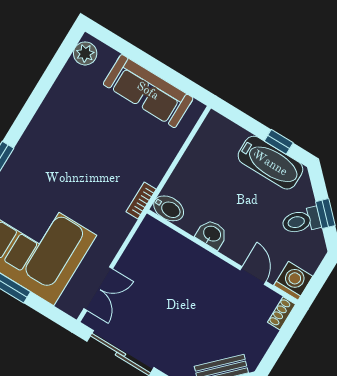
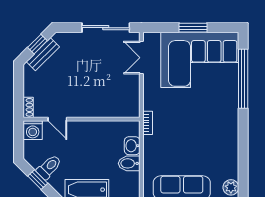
bidet: (169, 208) -> (129, 163), moved
washbasin: (212, 234) -> (132, 146), moved, turned 90

